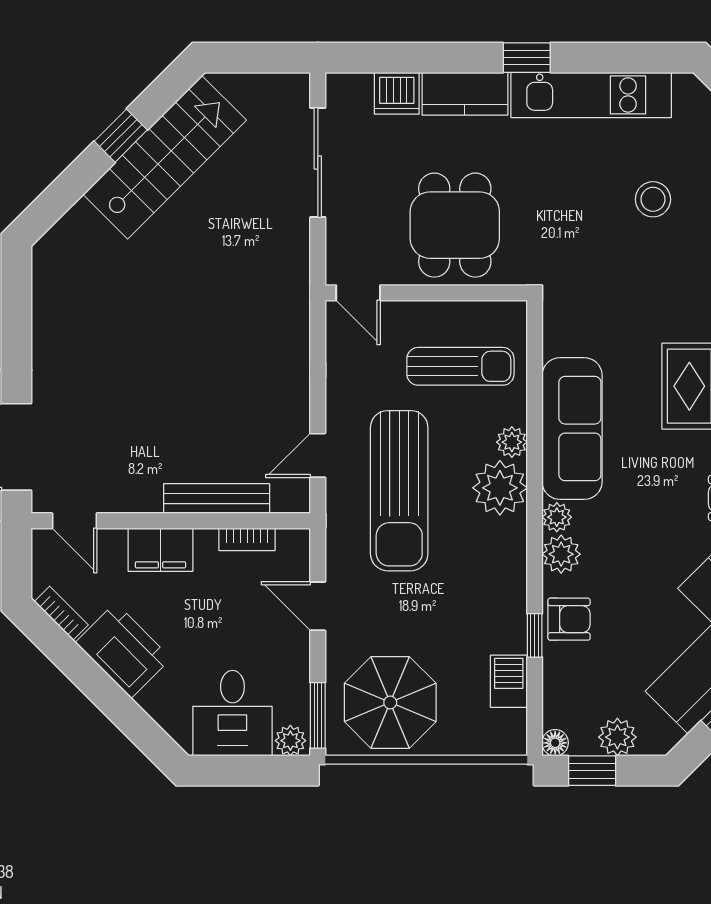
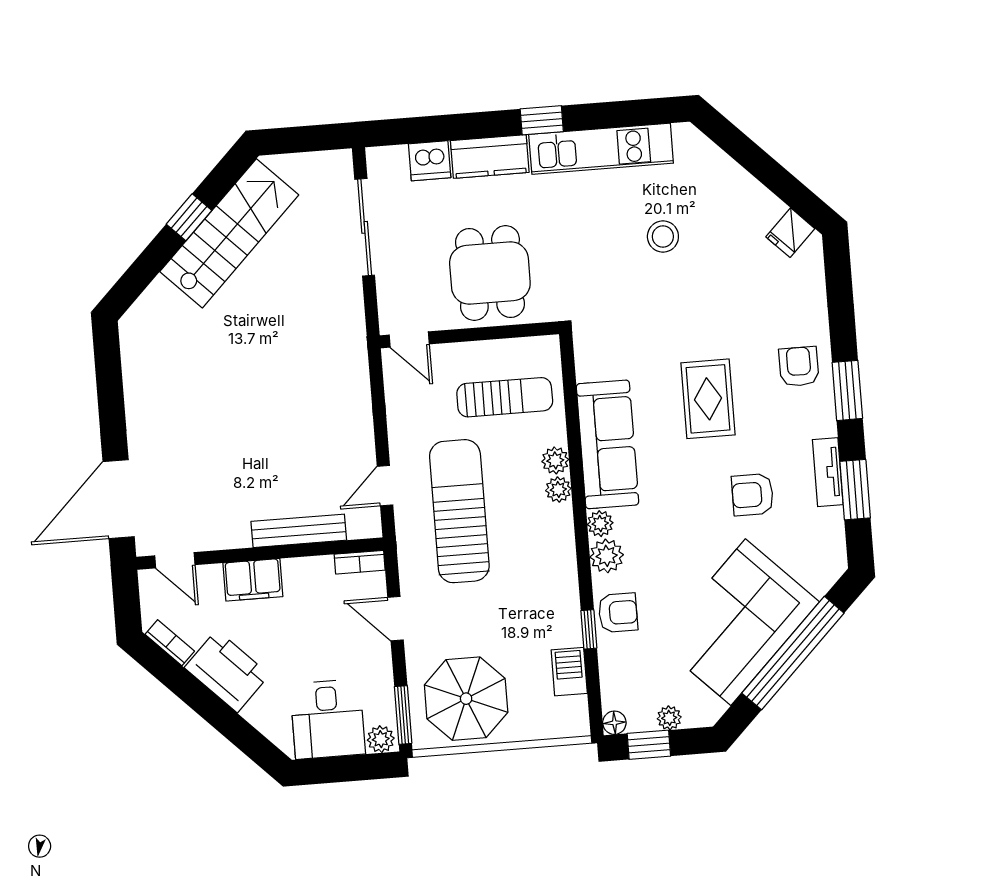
plant: (500, 488) -> (558, 490), width x0.53, depth x0.53
sun lounger: (399, 491) -> (459, 511), turned 180
bookcase: (247, 539) -> (360, 562), moved
plant: (617, 737) -> (669, 718), width x0.73, depth x0.73

